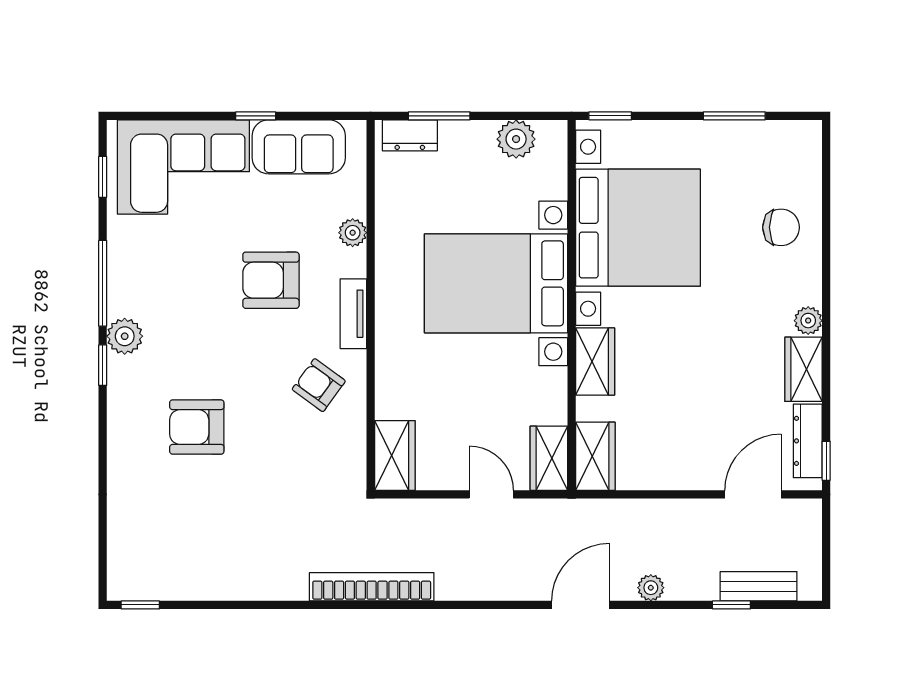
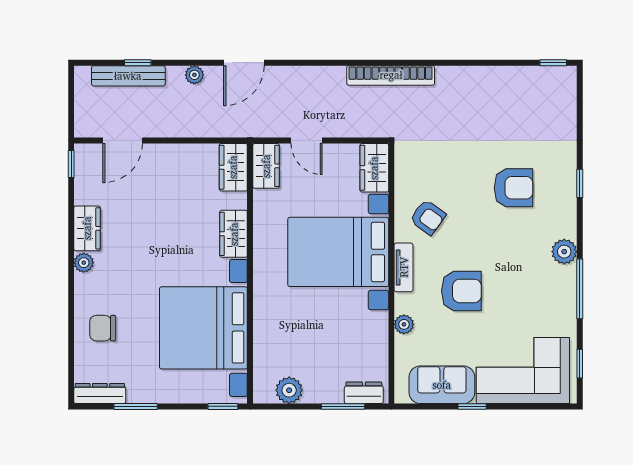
bed with nightstands: (496, 283) -> (338, 252), moved, turned 180
window: (103, 365) -> (580, 183), moved
dresser: (808, 441) -> (100, 394), moved, turned -90
bench: (759, 586) -> (128, 76), width x1.36

